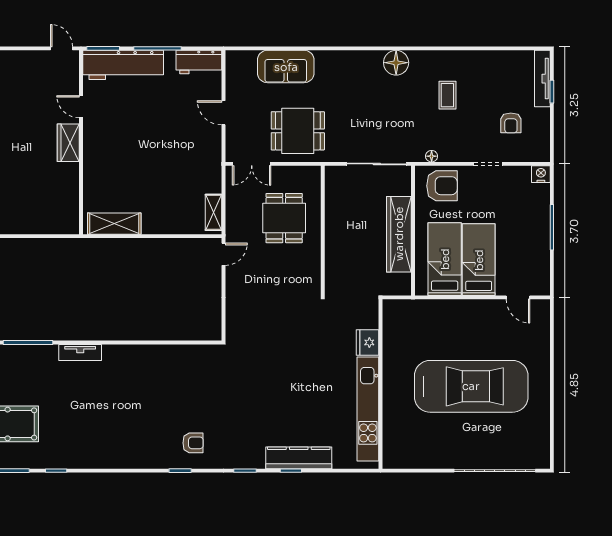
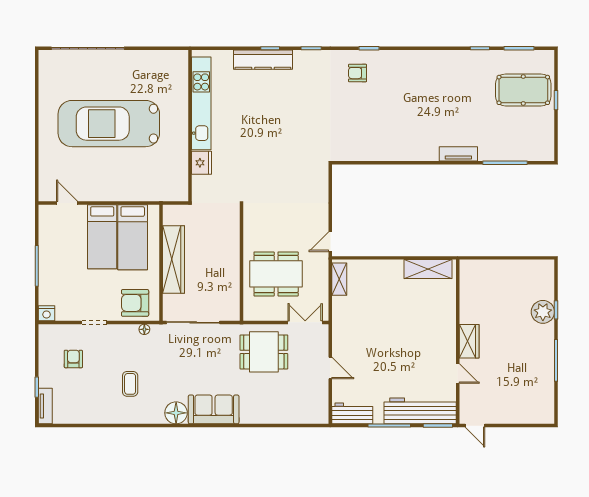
sofa: (286, 67) -> (214, 409), moved
tv unit: (542, 79) -> (45, 406), width x0.71
dining table: (284, 218) -> (276, 274), width x1.38

